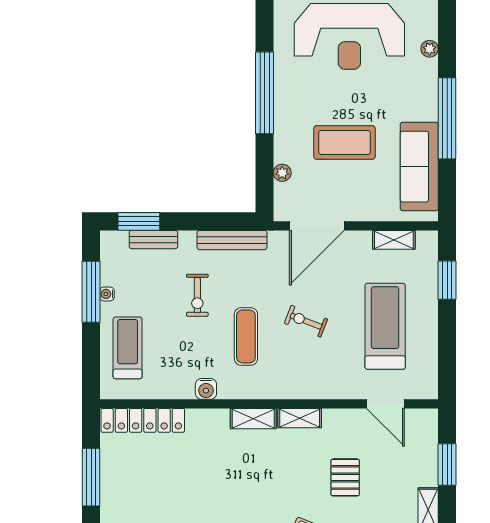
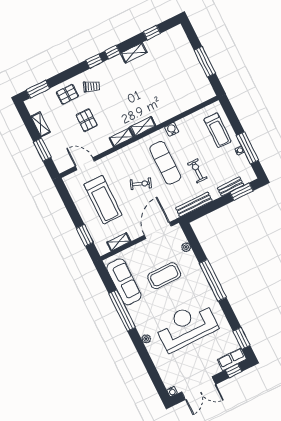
exercise mat: (246, 336) -> (165, 163), width x1.36, depth x1.45
locker: (143, 420) -> (194, 100), removed

